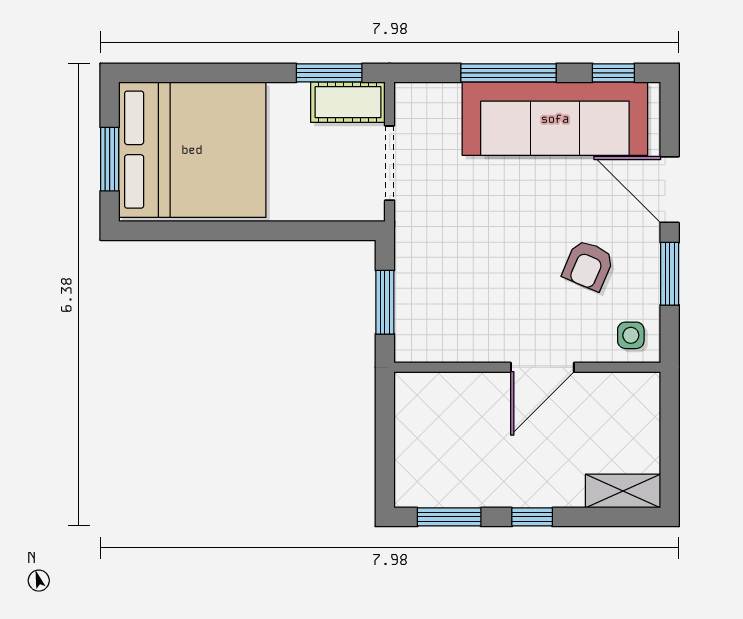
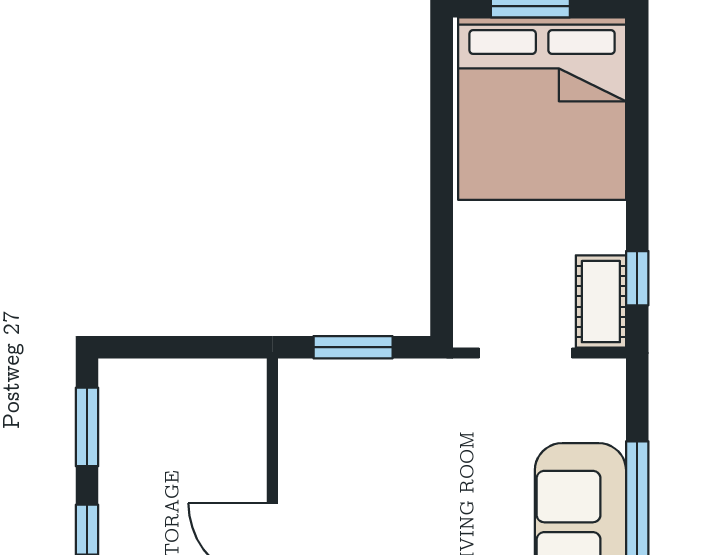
window: (329, 73) -> (637, 278), width x0.67

